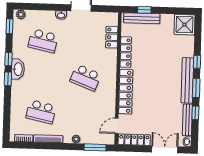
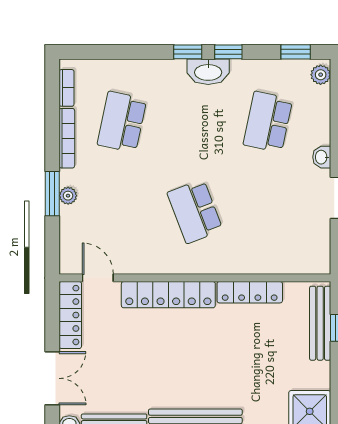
locker: (112, 37) -> (279, 263), removed
school desk: (86, 78) -> (195, 211), turned -42
window: (95, 147) -> (52, 194), moved

